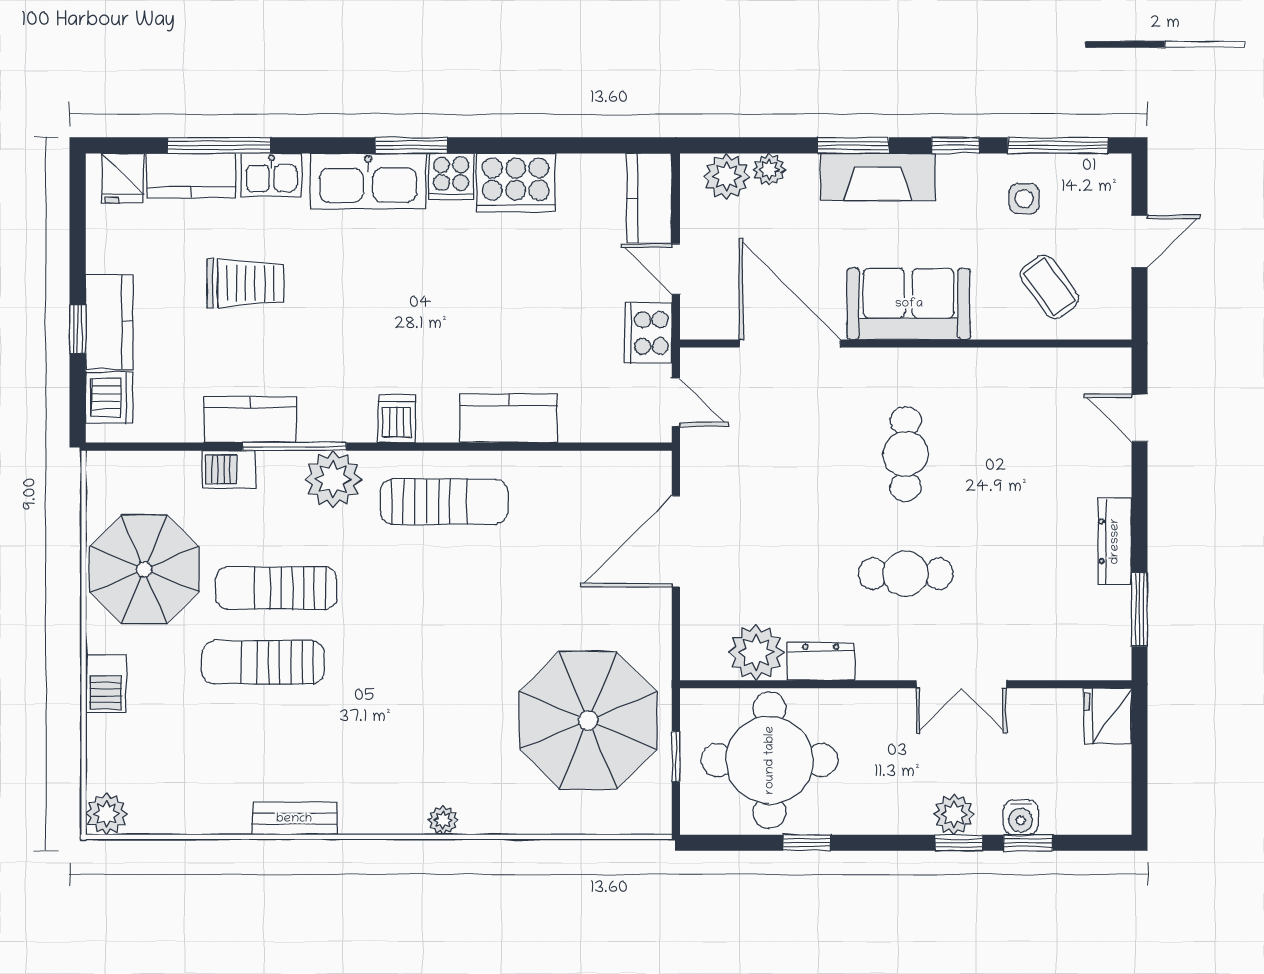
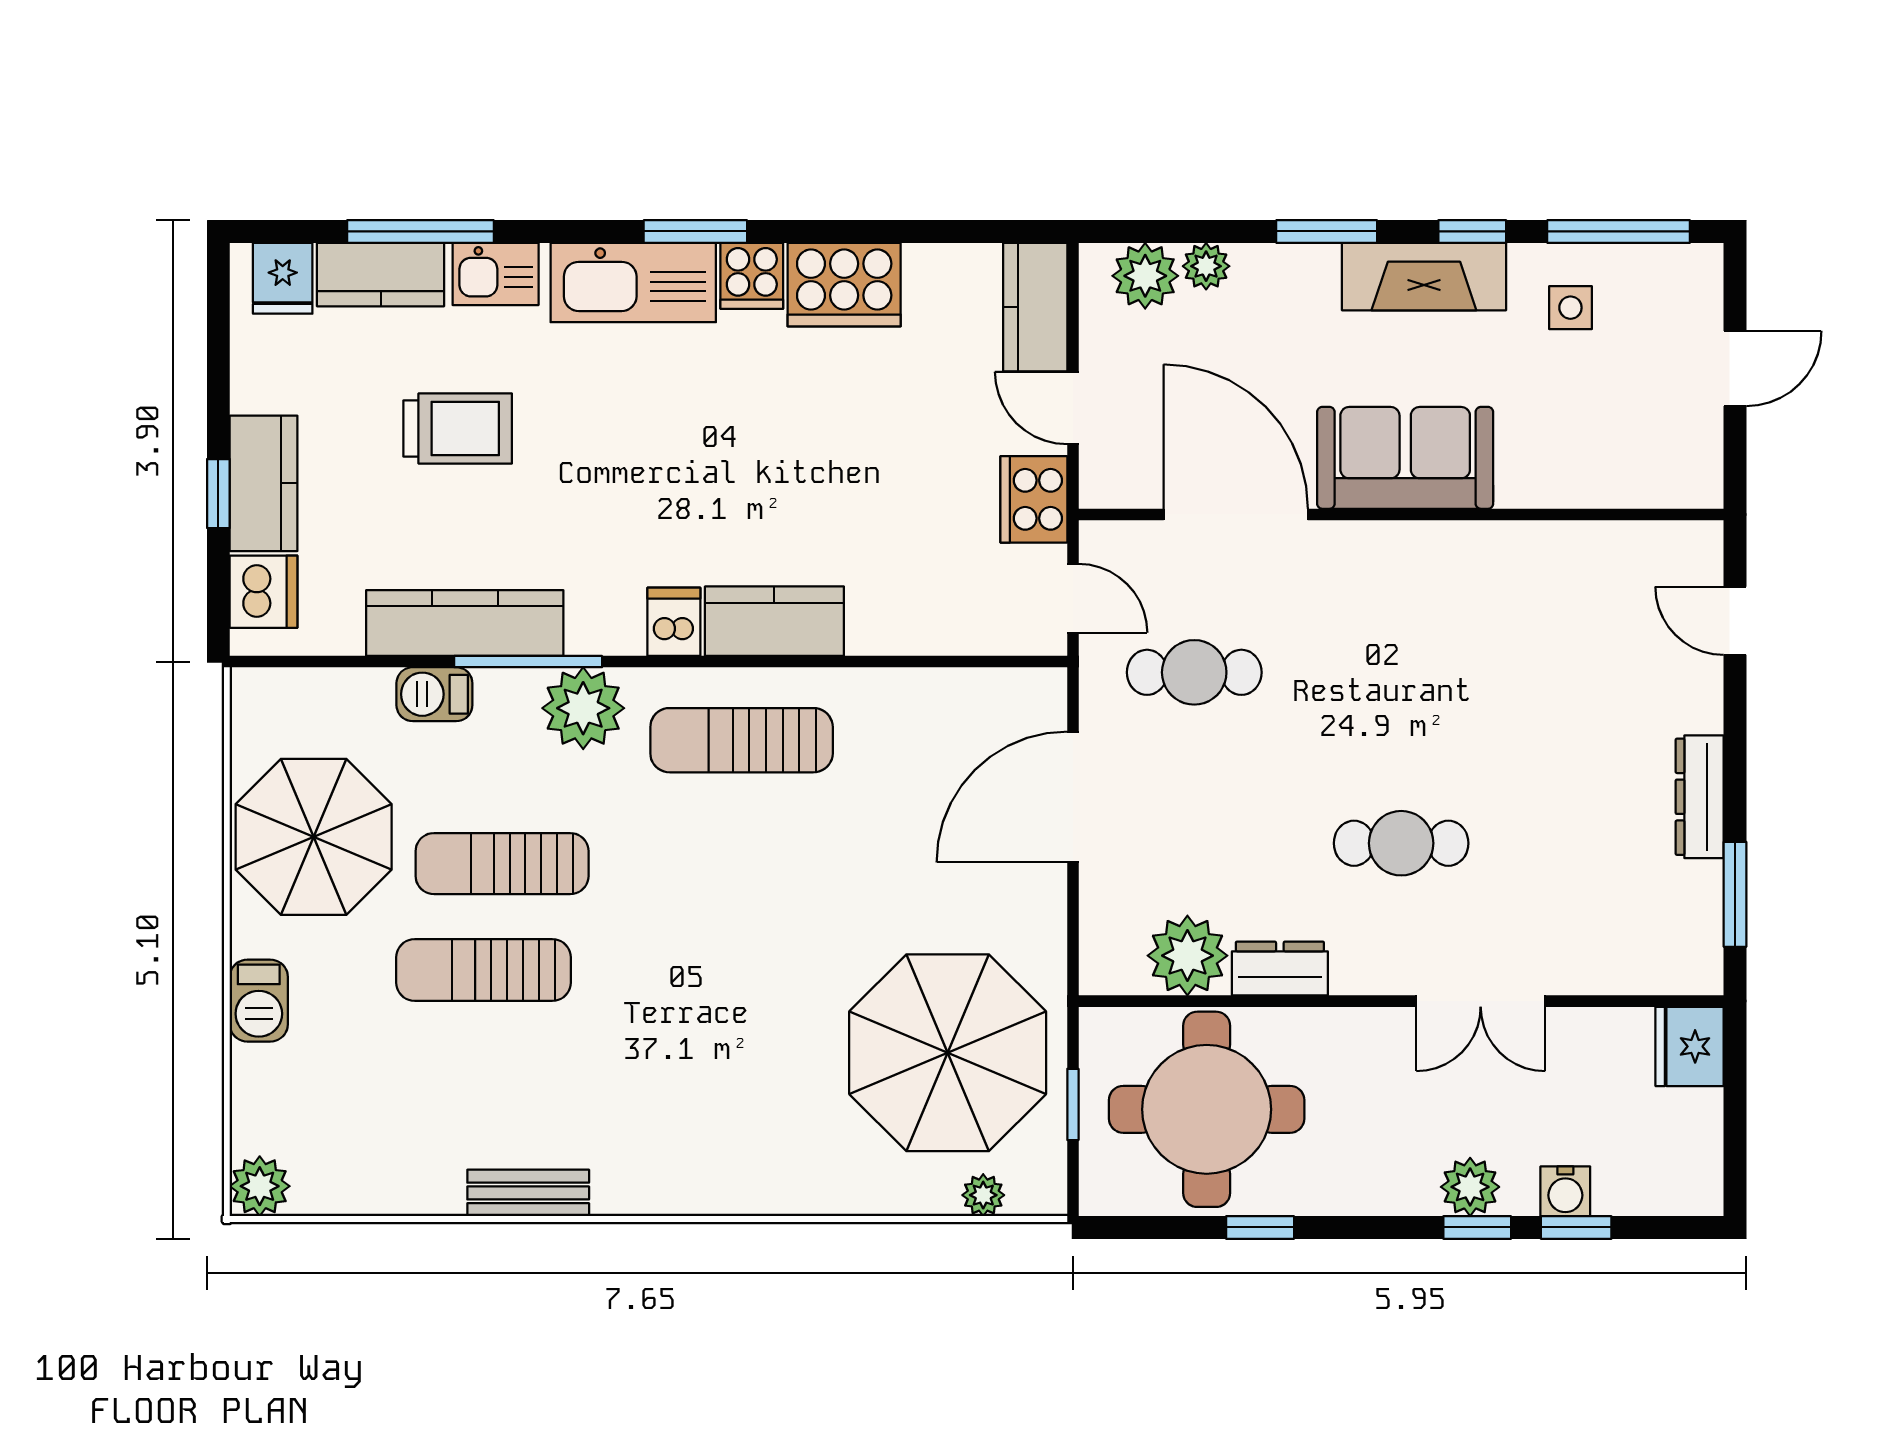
fireplace: (878, 177) -> (1424, 277), moved
coffee table: (1049, 287) -> (1606, 433), removed
kitchen counter: (508, 418) -> (774, 621), moved
kitchen counter: (250, 420) -> (465, 623), width x1.50
cafe table: (906, 454) -> (1194, 672), moved, turned 90
sun lounger: (444, 502) -> (742, 740), turned 180
plant: (443, 820) -> (983, 1195), moved

